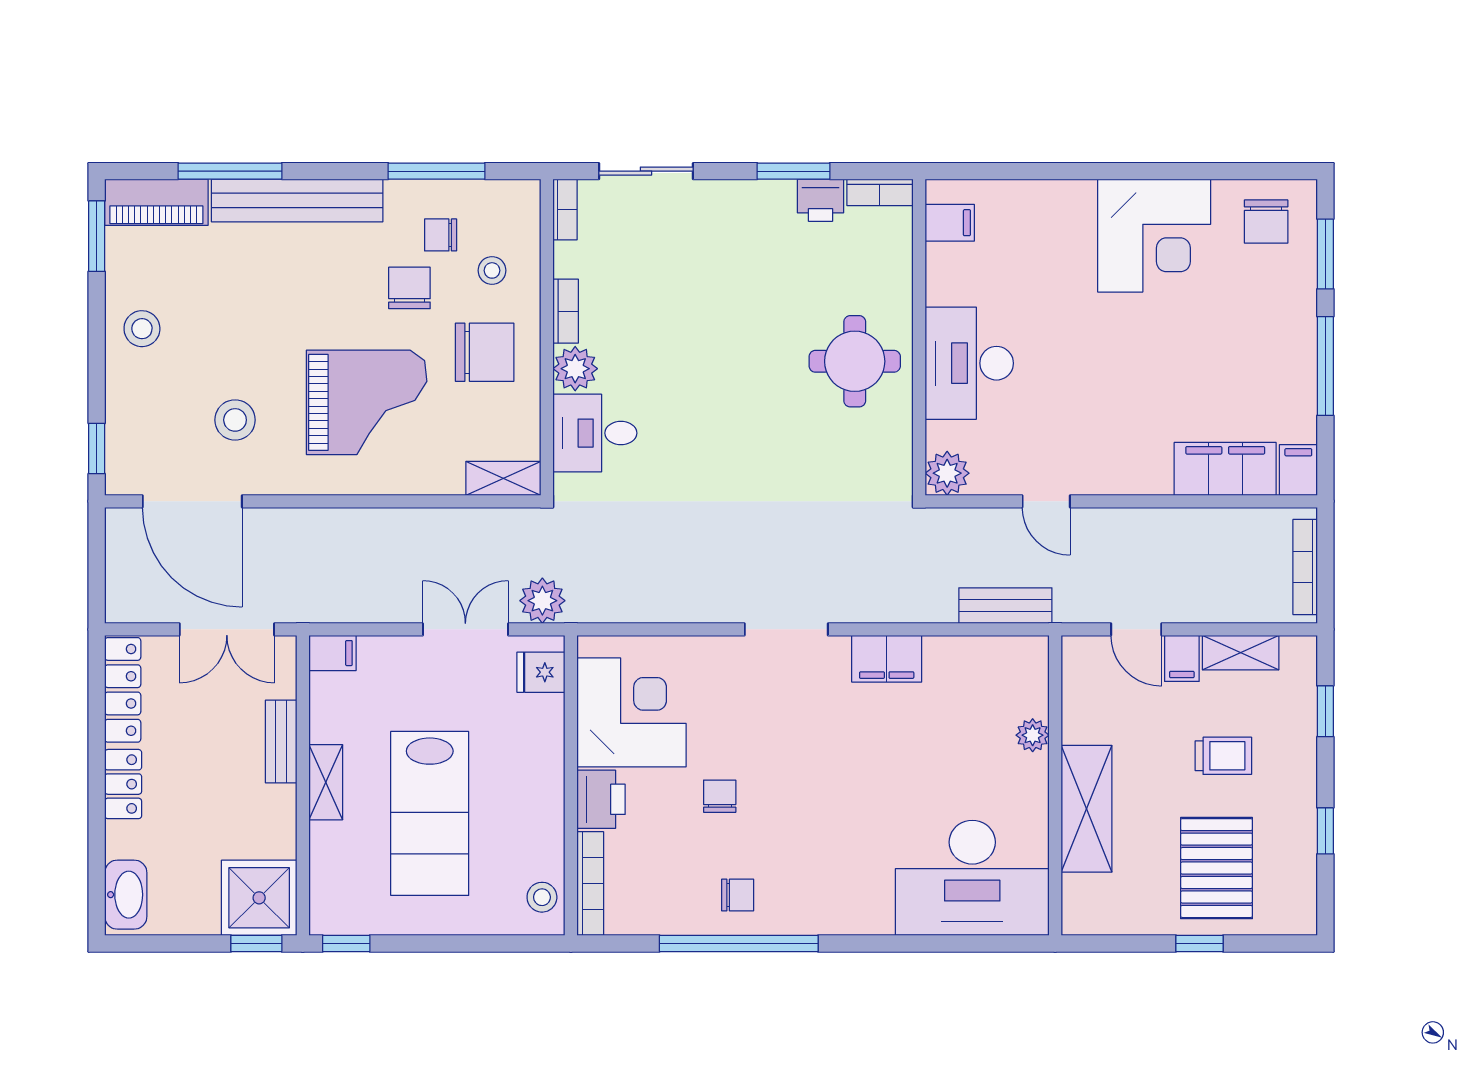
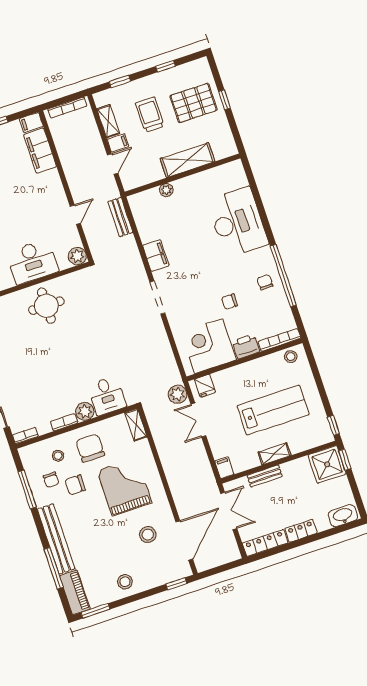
trolley: (1223, 756) -> (150, 115), width x1.36, depth x1.39
desk: (972, 878) -> (238, 222), moved

